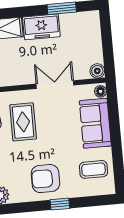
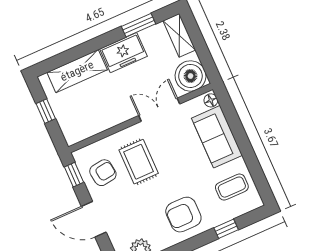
shelving: (93, 28) -> (179, 35), added
boiler: (97, 71) -> (190, 76), width x1.86, depth x1.86
window: (60, 204) -> (226, 229), moved

